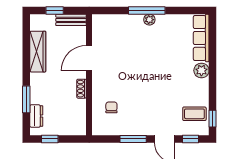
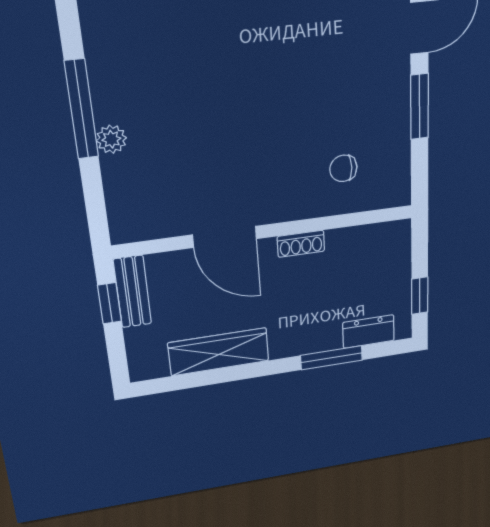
window: (55, 10) -> (110, 303), moved
plant: (149, 20) -> (111, 139), moved

